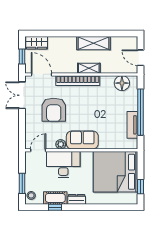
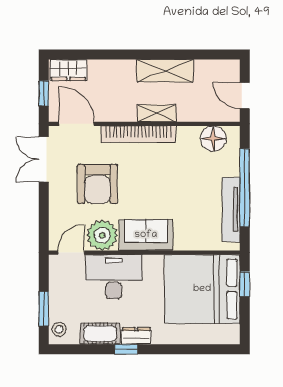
tv unit: (132, 125) -> (231, 209), width x1.41
plant: (61, 144) -> (102, 235), width x1.88, depth x1.88
window: (140, 187) -> (245, 284), moved
window: (55, 207) -> (126, 349), moved

